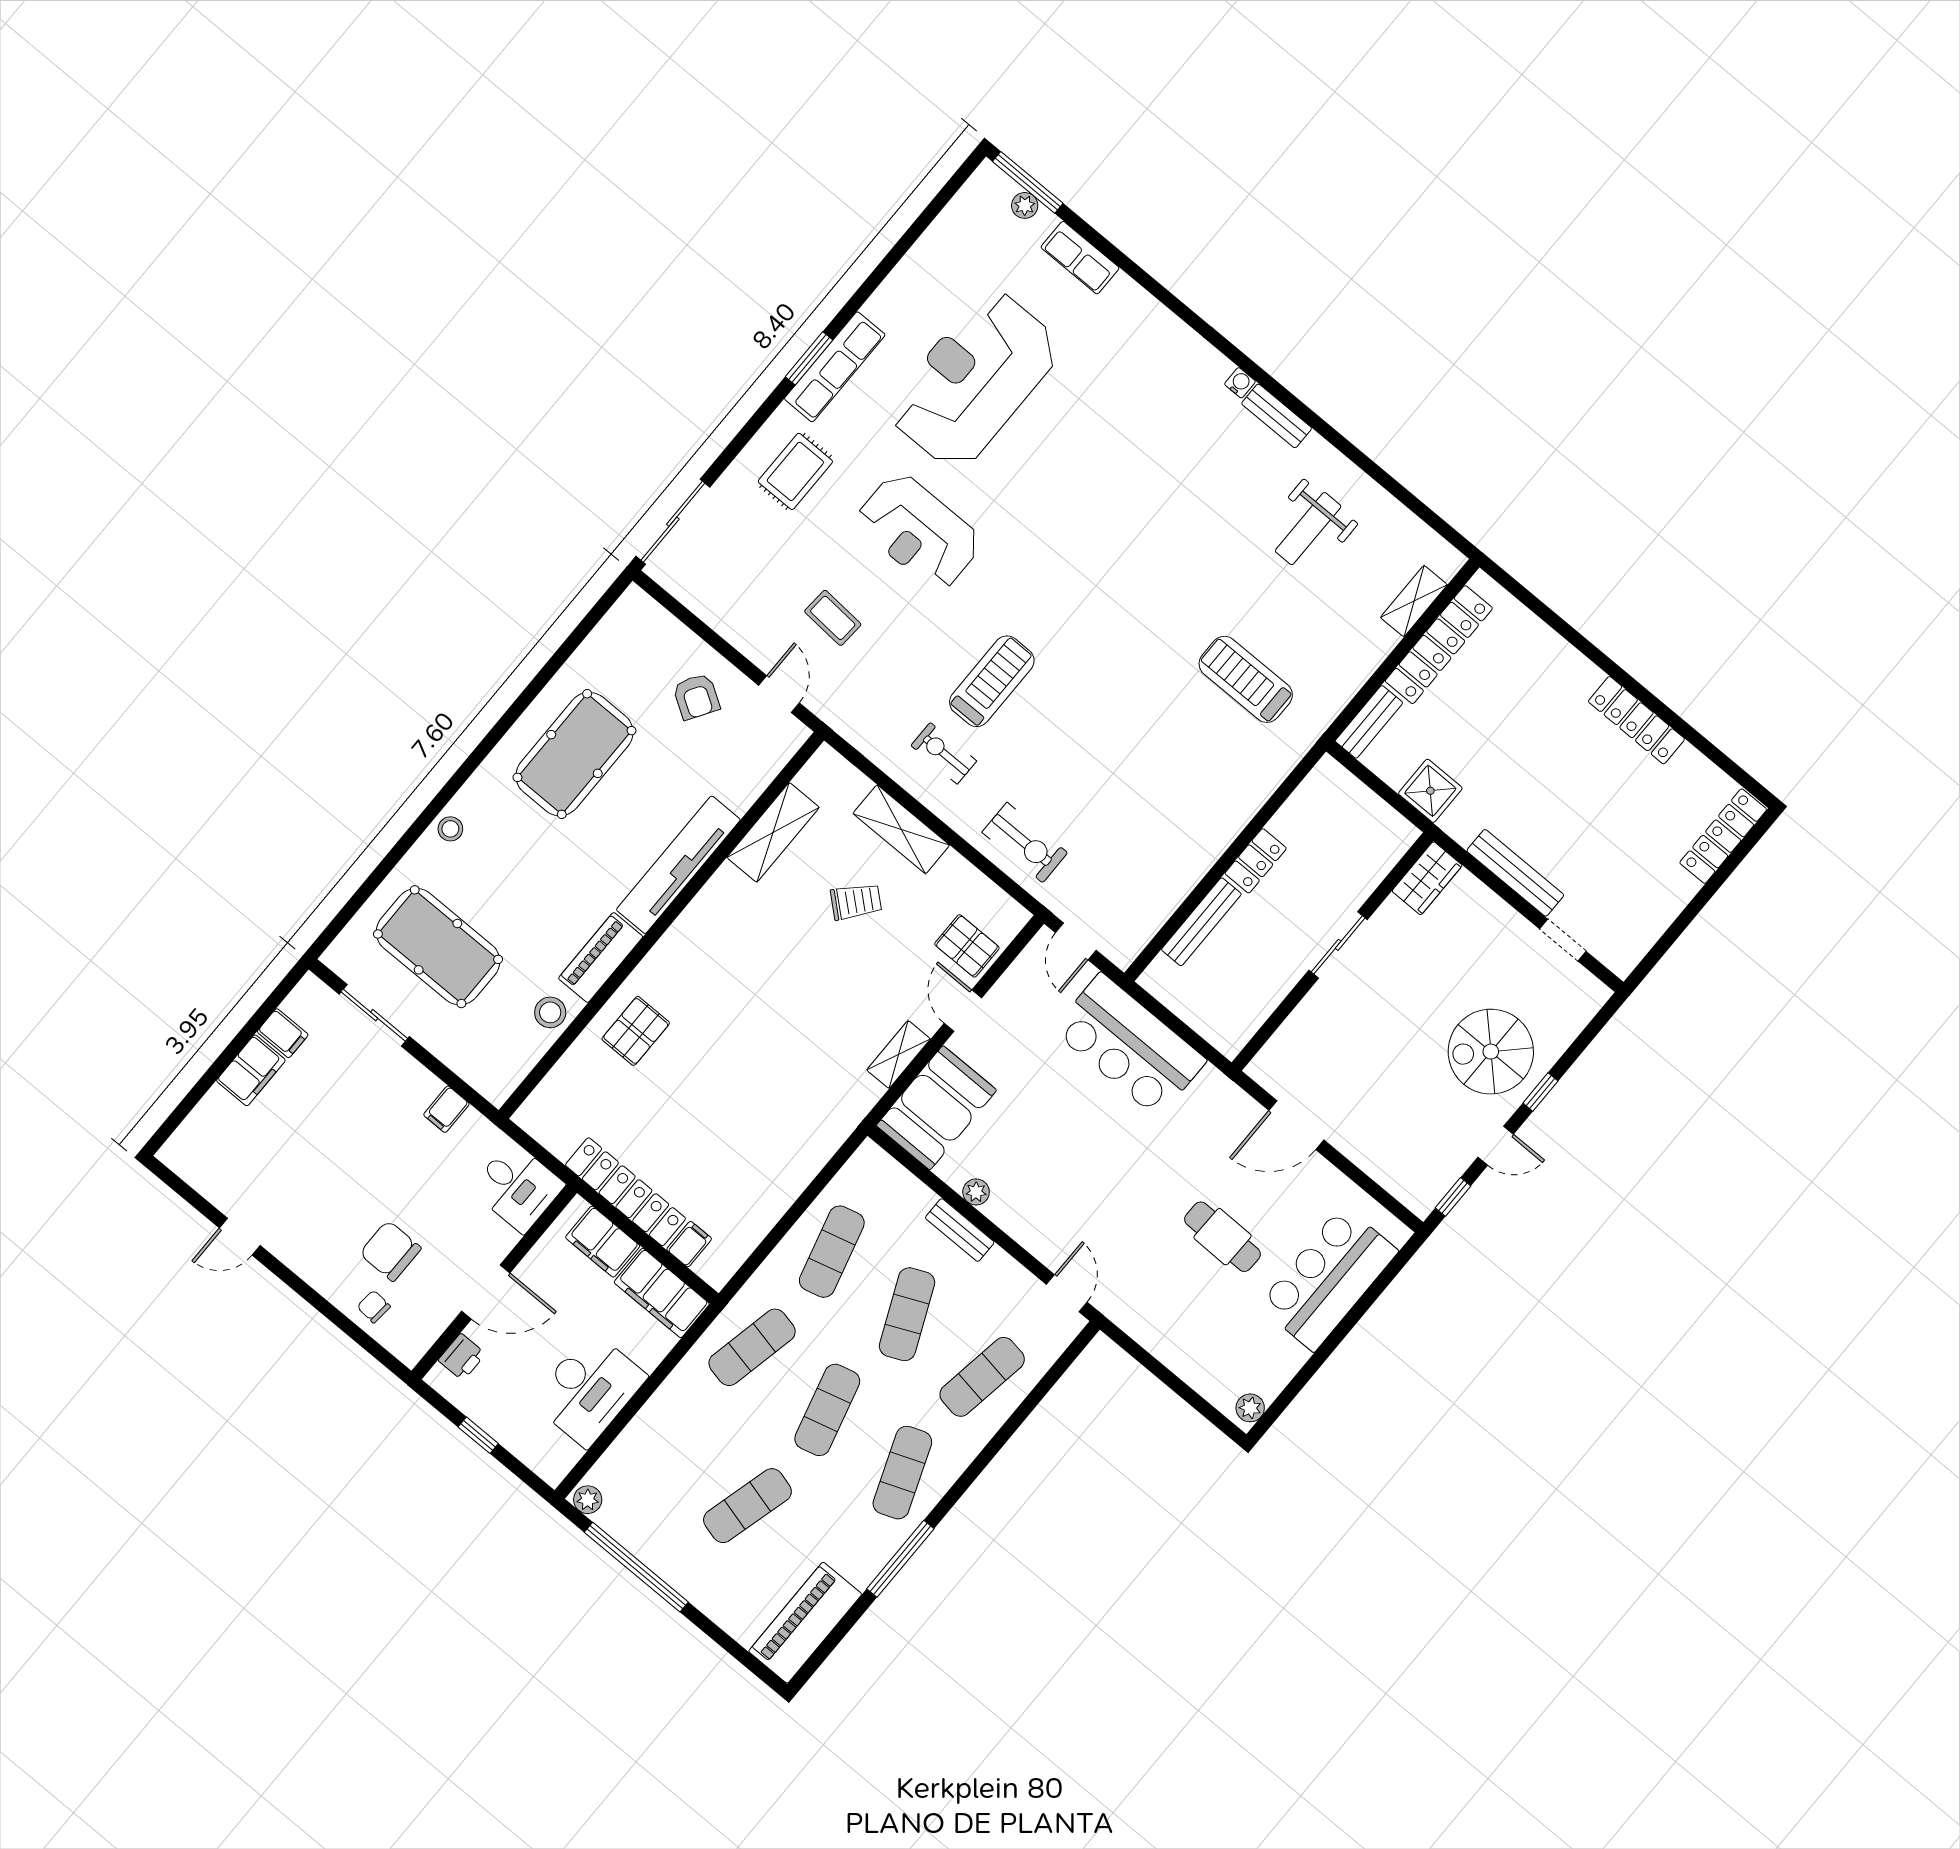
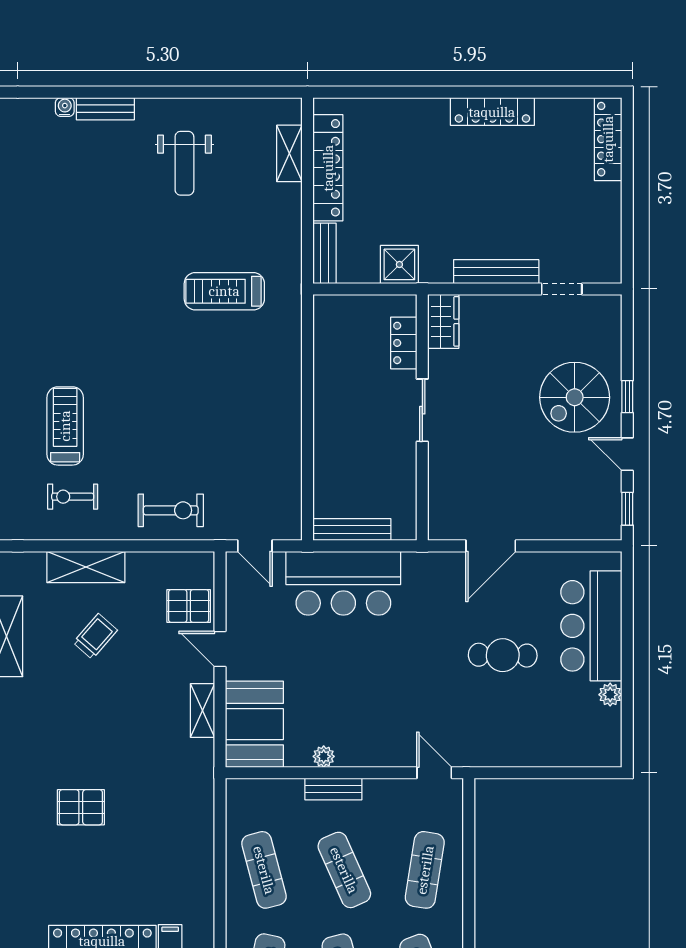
locker: (1256, 861) -> (404, 343), moved, turned 180
bench: (1201, 922) -> (352, 530), moved, turned 90
pallet: (636, 1031) -> (81, 807), moved, turned 90
door: (1496, 1146) -> (627, 454), swing flipped
plant: (1250, 1408) -> (610, 695), moved

